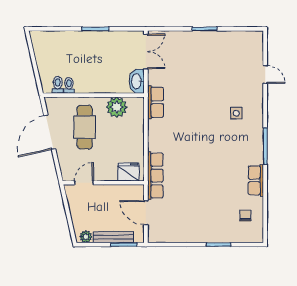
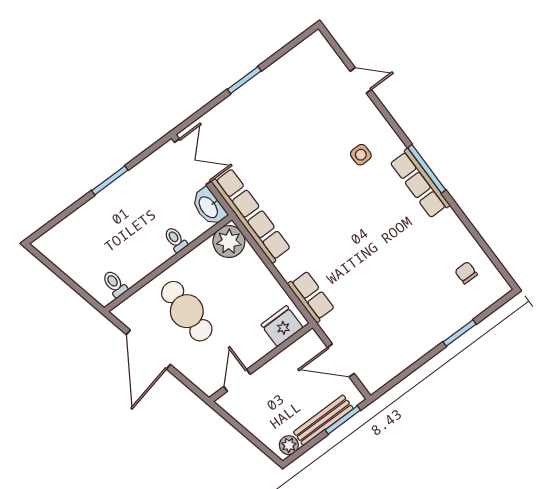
toilet: (69, 85) -> (176, 240), moved
row of seats: (155, 102) -> (251, 216), width x2.02
plant: (117, 107) -> (229, 242), moved
row of seats: (155, 176) -> (311, 297), width x0.68
row of seats: (256, 180) -> (420, 184), moved, width x1.48

